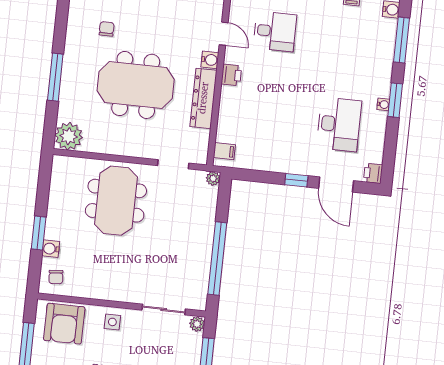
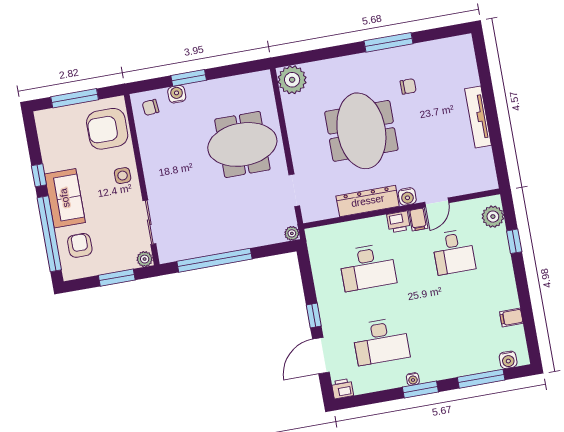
window: (55, 77) -> (389, 42), moved
desk: (266, 116) -> (368, 267), added
filing cabinet: (224, 151) -> (418, 219), moved

